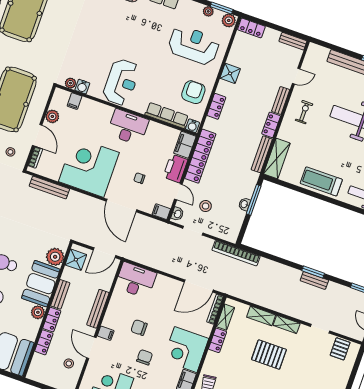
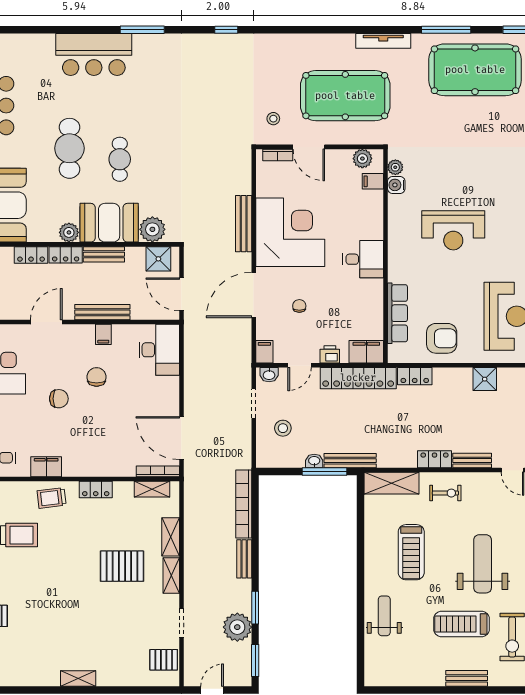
reception desk: (121, 82) -> (453, 230), moved
locker: (216, 106) -> (415, 376), moved
exercise bike: (304, 112) -> (445, 493), moved
plant: (52, 116) -> (362, 159), moved
water cooler: (192, 126) -> (396, 353), removed
desk: (128, 127) -> (363, 259), width x0.73
door: (37, 135) -> (309, 147), hinge flipped
bench: (262, 154) -> (350, 461), moved
printer: (175, 168) -> (330, 354), width x0.53, depth x0.68
treadmill: (321, 181) -> (411, 552), moved, turned 180
bench: (49, 188) -> (244, 224), moved
stool: (206, 206) -> (283, 428), moved
bookcase: (236, 253) -> (244, 504), moved
window: (313, 272) -> (255, 608), moved
bench: (314, 280) -> (244, 559), moved
plant: (336, 293) -> (237, 627), added
filing cabinet: (106, 333) -> (103, 334), moved
locker: (218, 340) -> (96, 490), moved
corner desk: (186, 350) -> (89, 451), removed
pallet: (269, 355) -> (122, 566), turned 90
stool: (69, 363) -> (14, 299), removed

